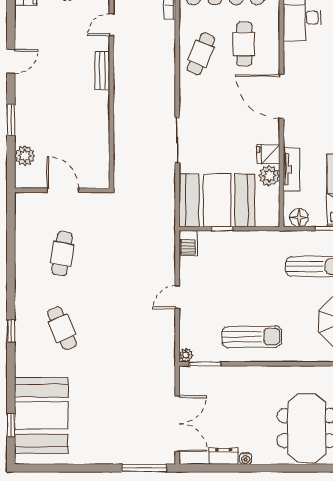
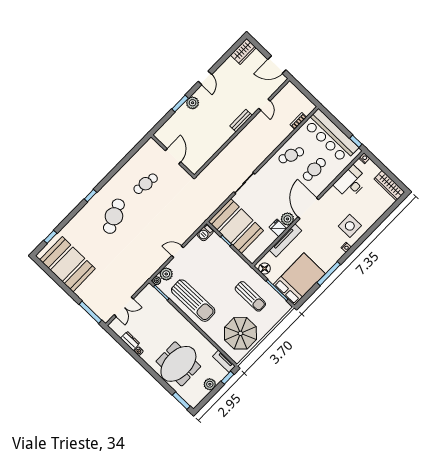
door: (111, 25) -> (264, 105), swing flipped
door: (11, 61) -> (205, 78), hinge flipped
plant: (25, 156) -> (193, 103), moved
tv unit: (291, 169) -> (285, 240), width x1.41
plant: (269, 176) -> (287, 219), moved
cafe table: (62, 328) -> (114, 216), width x1.37, depth x1.35
plant: (190, 336) -> (166, 274), added
sun lounger: (252, 337) -> (193, 301), width x1.36, depth x1.34
booth: (41, 415) -> (68, 264), moved, turned 90
double door: (177, 424) -> (124, 307), width x0.73

